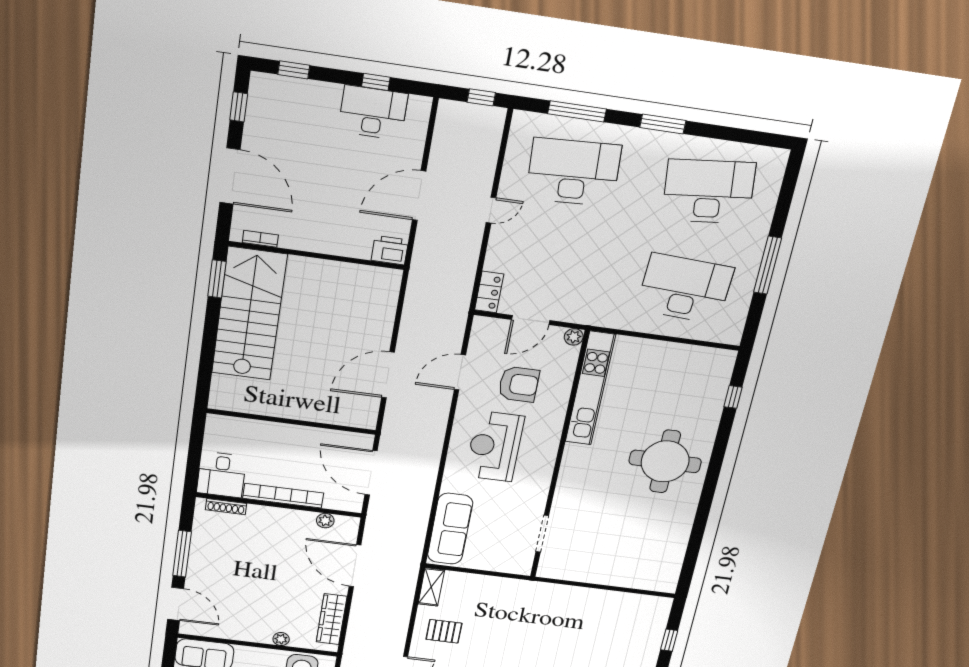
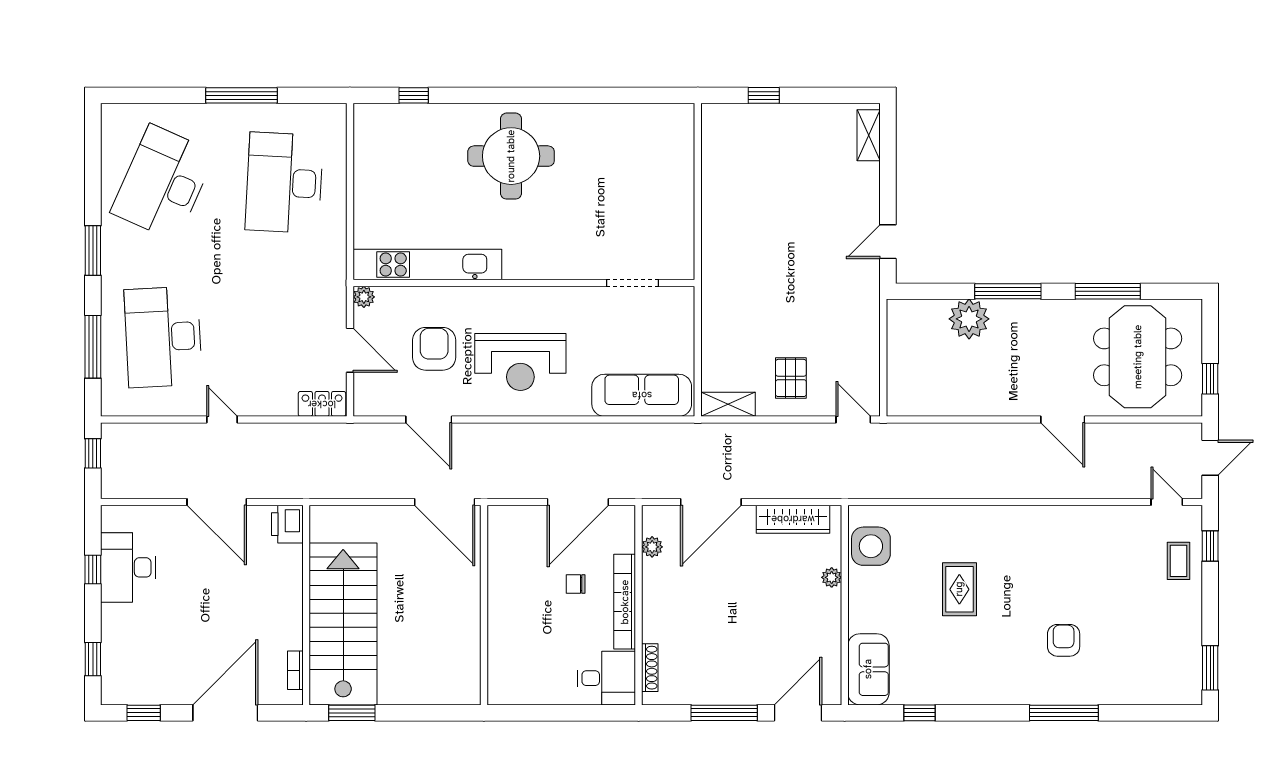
desk: (709, 191) -> (163, 183), turned 30
stairs: (249, 314) -> (343, 624), moved, turned 90
wall: (291, 422) -> (484, 605), moved
chair: (303, 462) -> (576, 584), added

